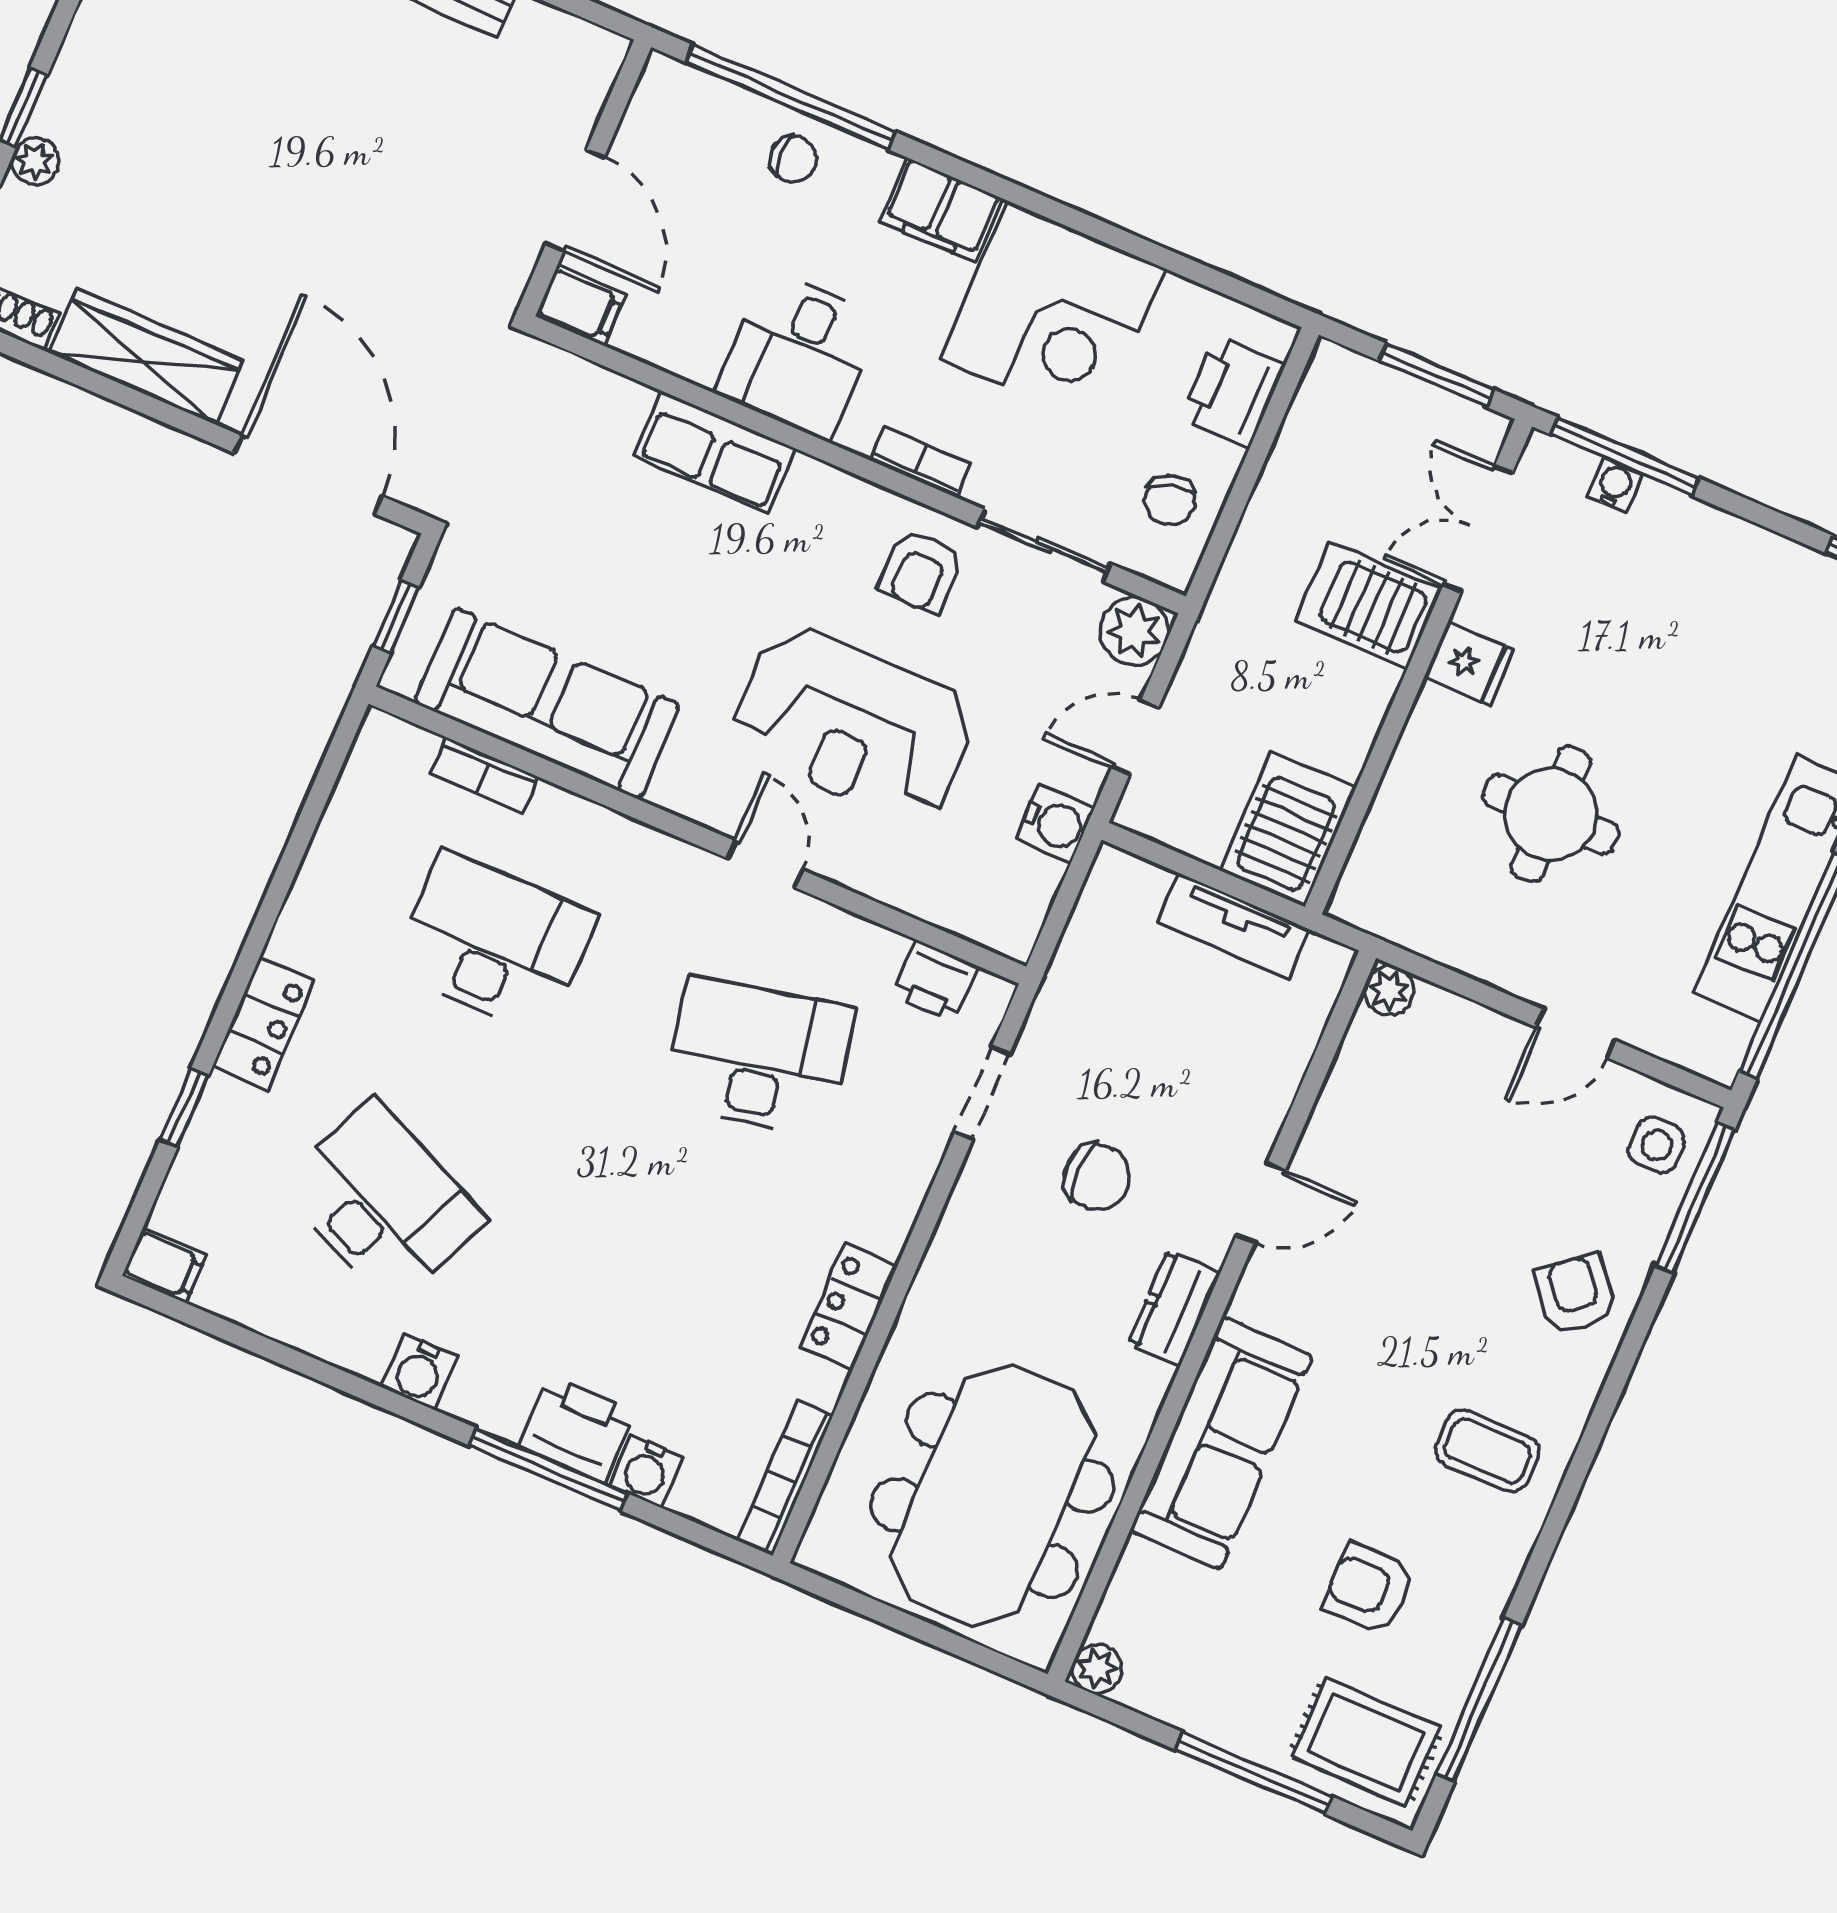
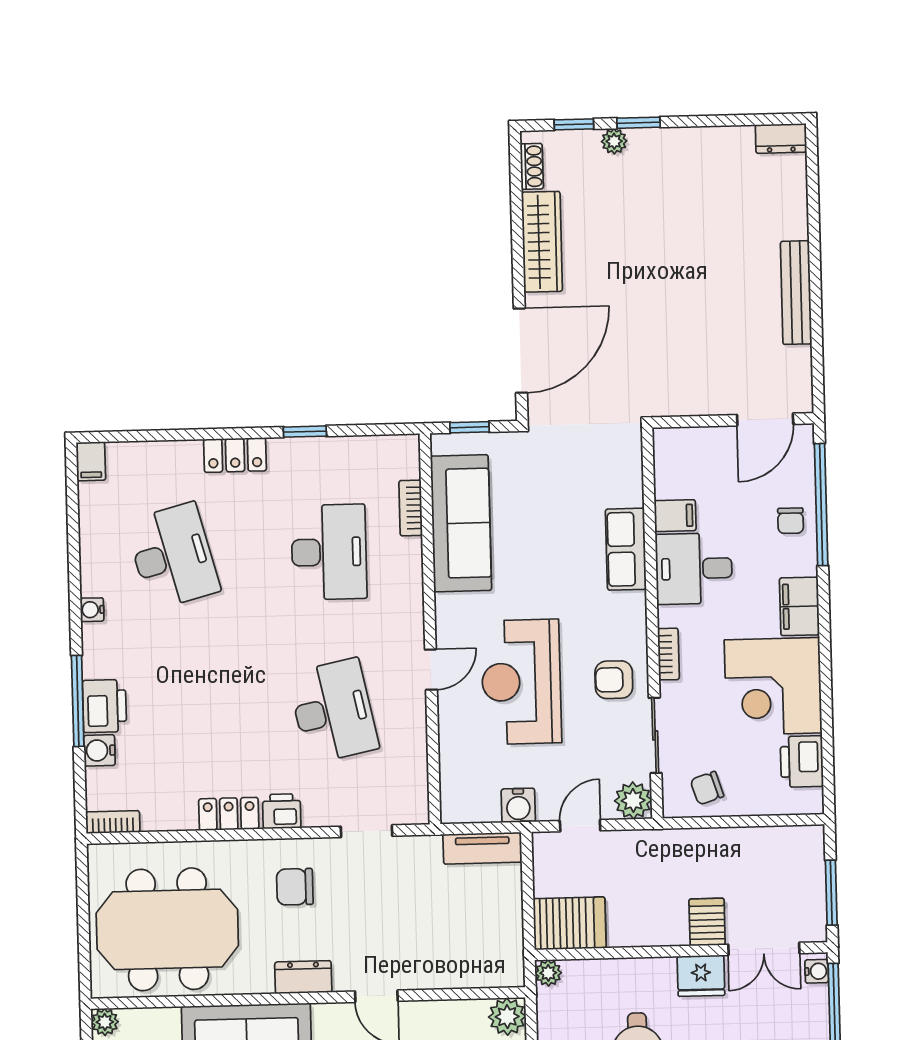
door: (575, 200) -> (765, 420), moved
filing cabinet: (581, 305) -> (675, 516), moved, turned -90
printer: (1233, 391) -> (802, 761), moved, turned -90
water cooler: (1615, 485) -> (817, 971), moved
double door: (1478, 529) -> (764, 949), swing flipped
server rack: (1369, 605) -> (707, 922), width x0.73, depth x0.70
fridge: (1469, 664) -> (701, 976), width x1.38
door: (1135, 737) -> (580, 826), hinge flipped
plant: (1353, 902) -> (548, 973), added
tv unit: (1234, 926) -> (482, 848), moved, turned -90
printer: (935, 981) -> (282, 811), moved, turned 90
plant: (1389, 990) -> (507, 1017), width x1.38, depth x1.38
window: (184, 1108) -> (305, 432), moved
chair: (1097, 1177) -> (295, 887), moved, turned 90
desk: (382, 1203) -> (173, 556), turned -39
water cooler: (420, 1372) -> (92, 610), width x0.72, depth x0.72
bookcase: (785, 1478) -> (113, 822), width x0.64

